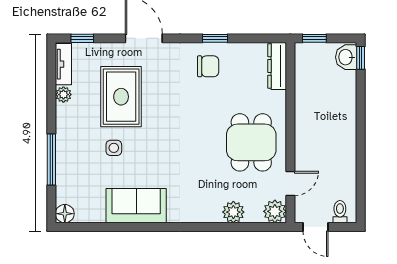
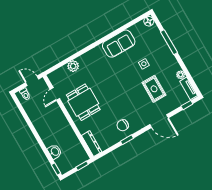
washbasin: (346, 57) -> (55, 152), moved
rug: (121, 97) -> (154, 89), width x0.73, depth x0.70
plant: (275, 211) -> (55, 77), removed

